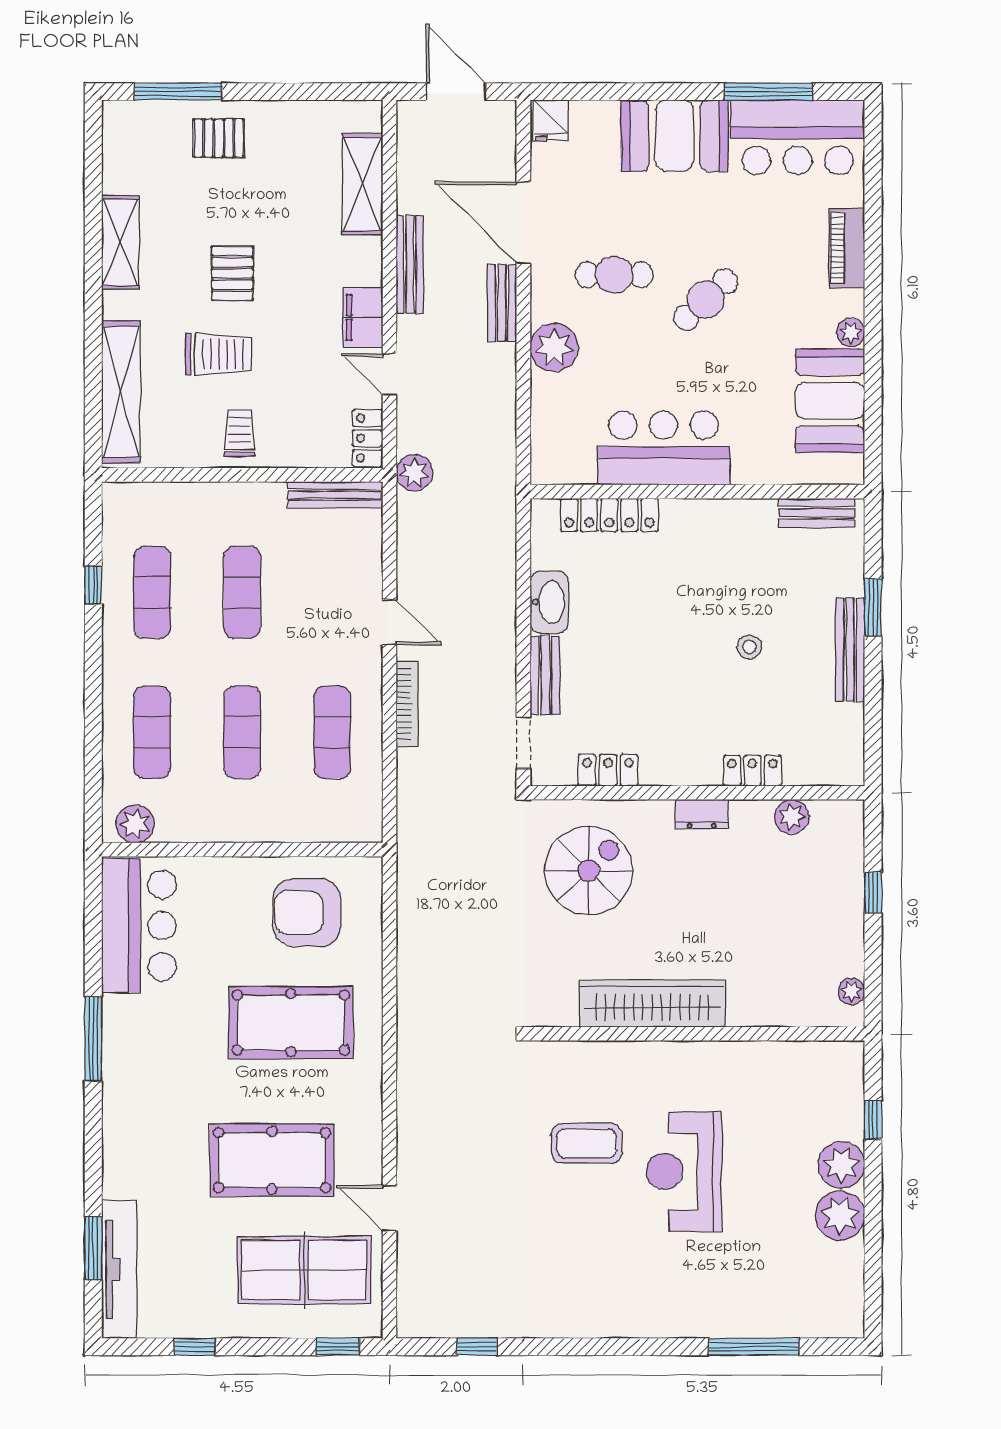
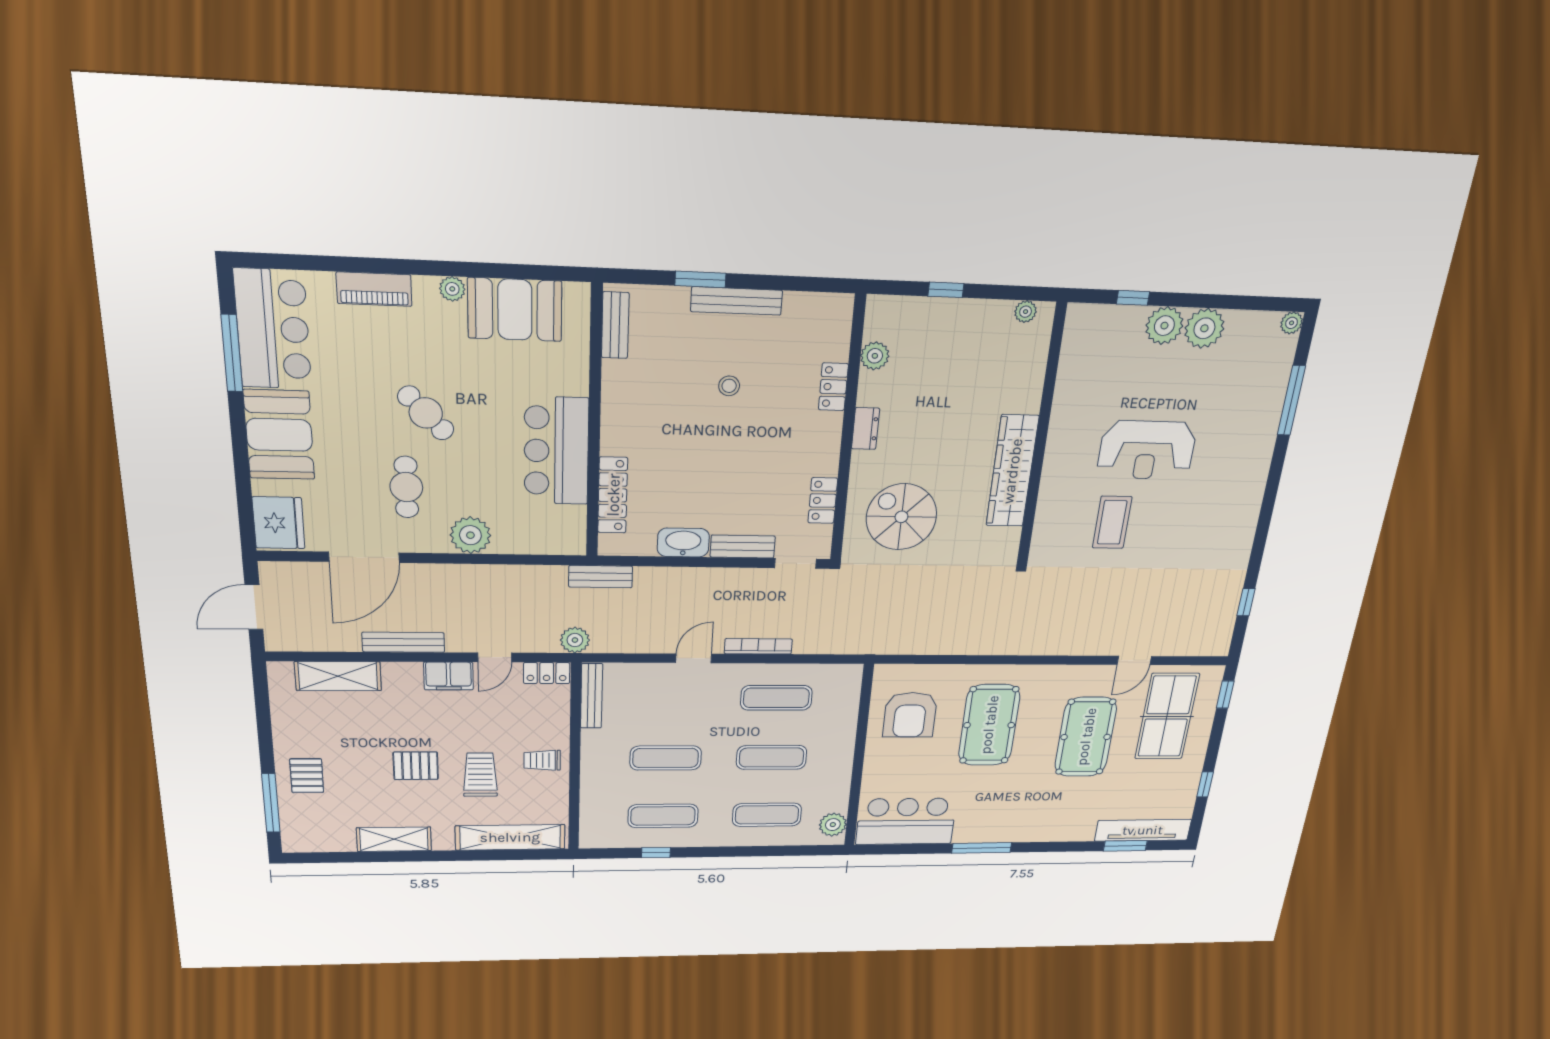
fridge: (551, 121) -> (279, 523), width x1.88, depth x1.34
bench: (502, 303) -> (601, 577), moved
plant: (851, 1325) -> (1292, 323), added

